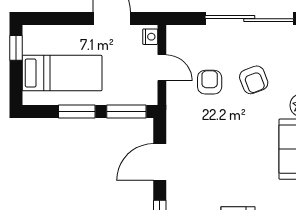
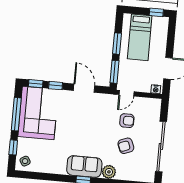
door: (162, 68) -> (126, 93), moved

